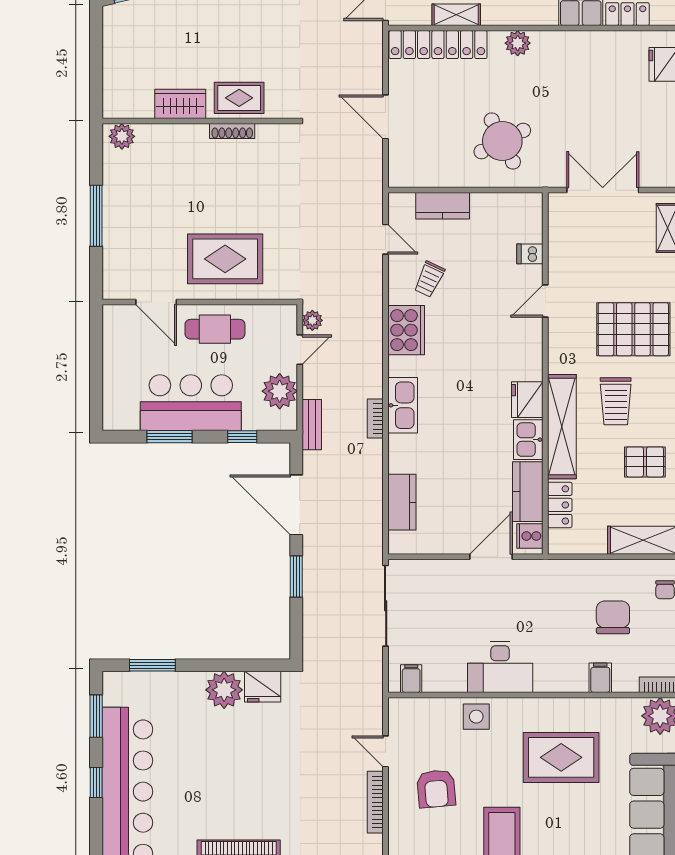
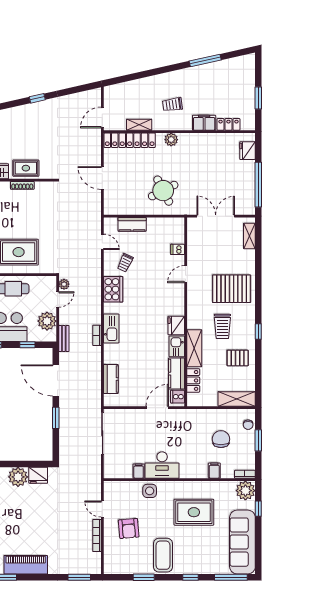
shelving: (562, 427) -> (194, 348), width x0.68
filing cabinet: (411, 679) -> (139, 471), moved

